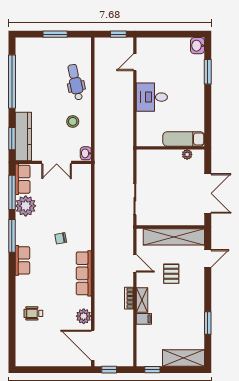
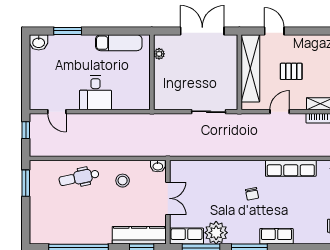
window: (55, 34) -> (26, 183), moved
exam couch: (184, 139) -> (119, 43), moved, turned -90

